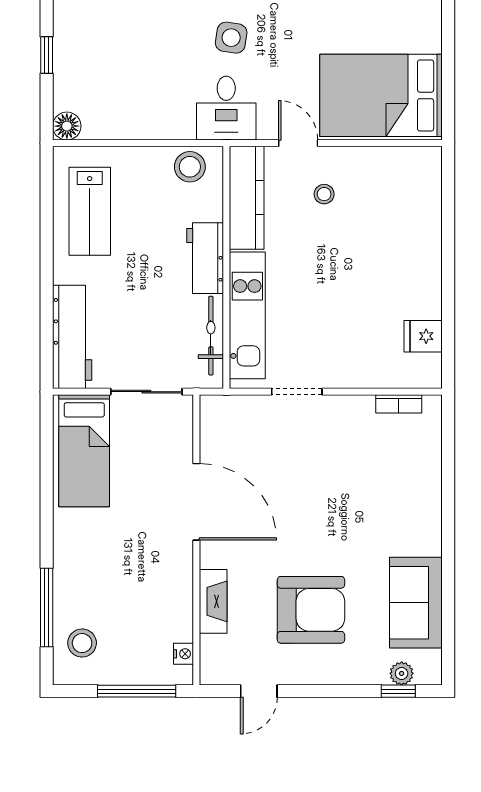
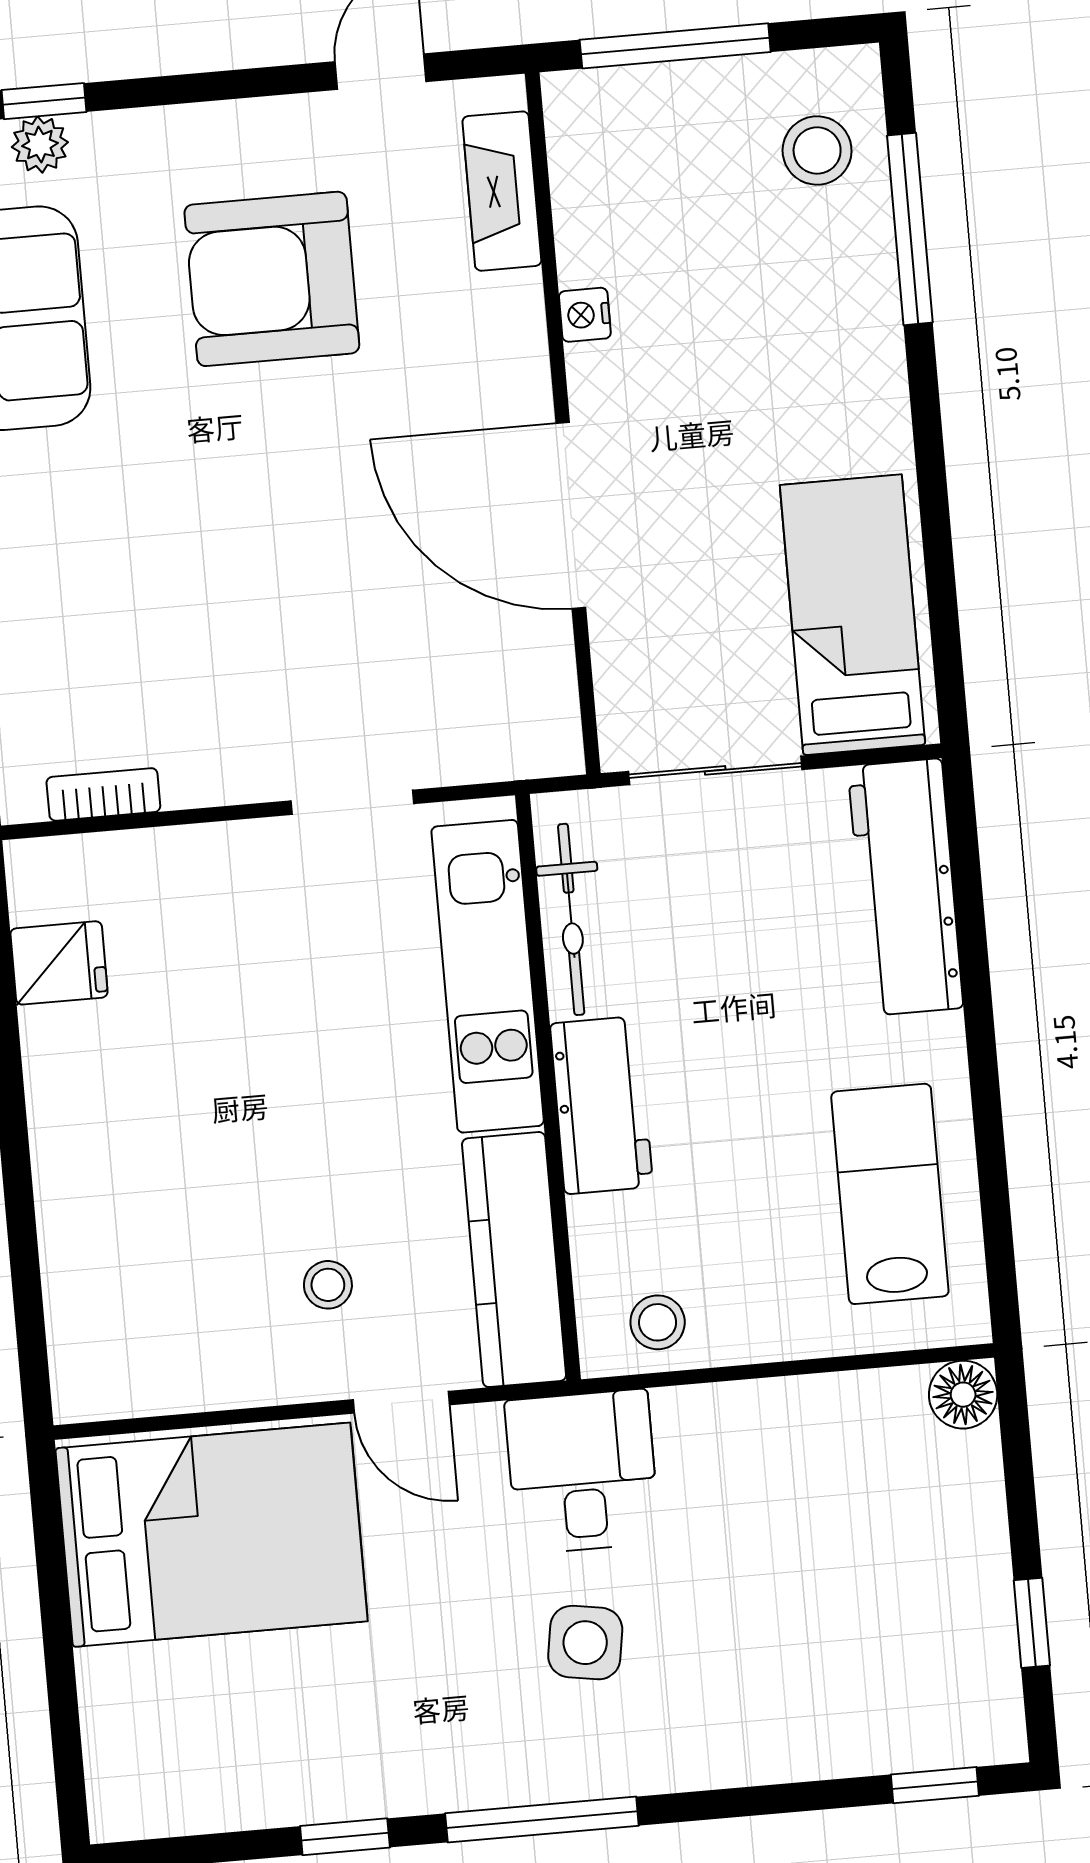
window: (47, 55) -> (1032, 1623), moved
stool: (190, 167) -> (658, 1322), width x0.73, depth x0.73
fireplace: (213, 601) -> (502, 191), moved
nightstand: (184, 654) -> (585, 315), moved

